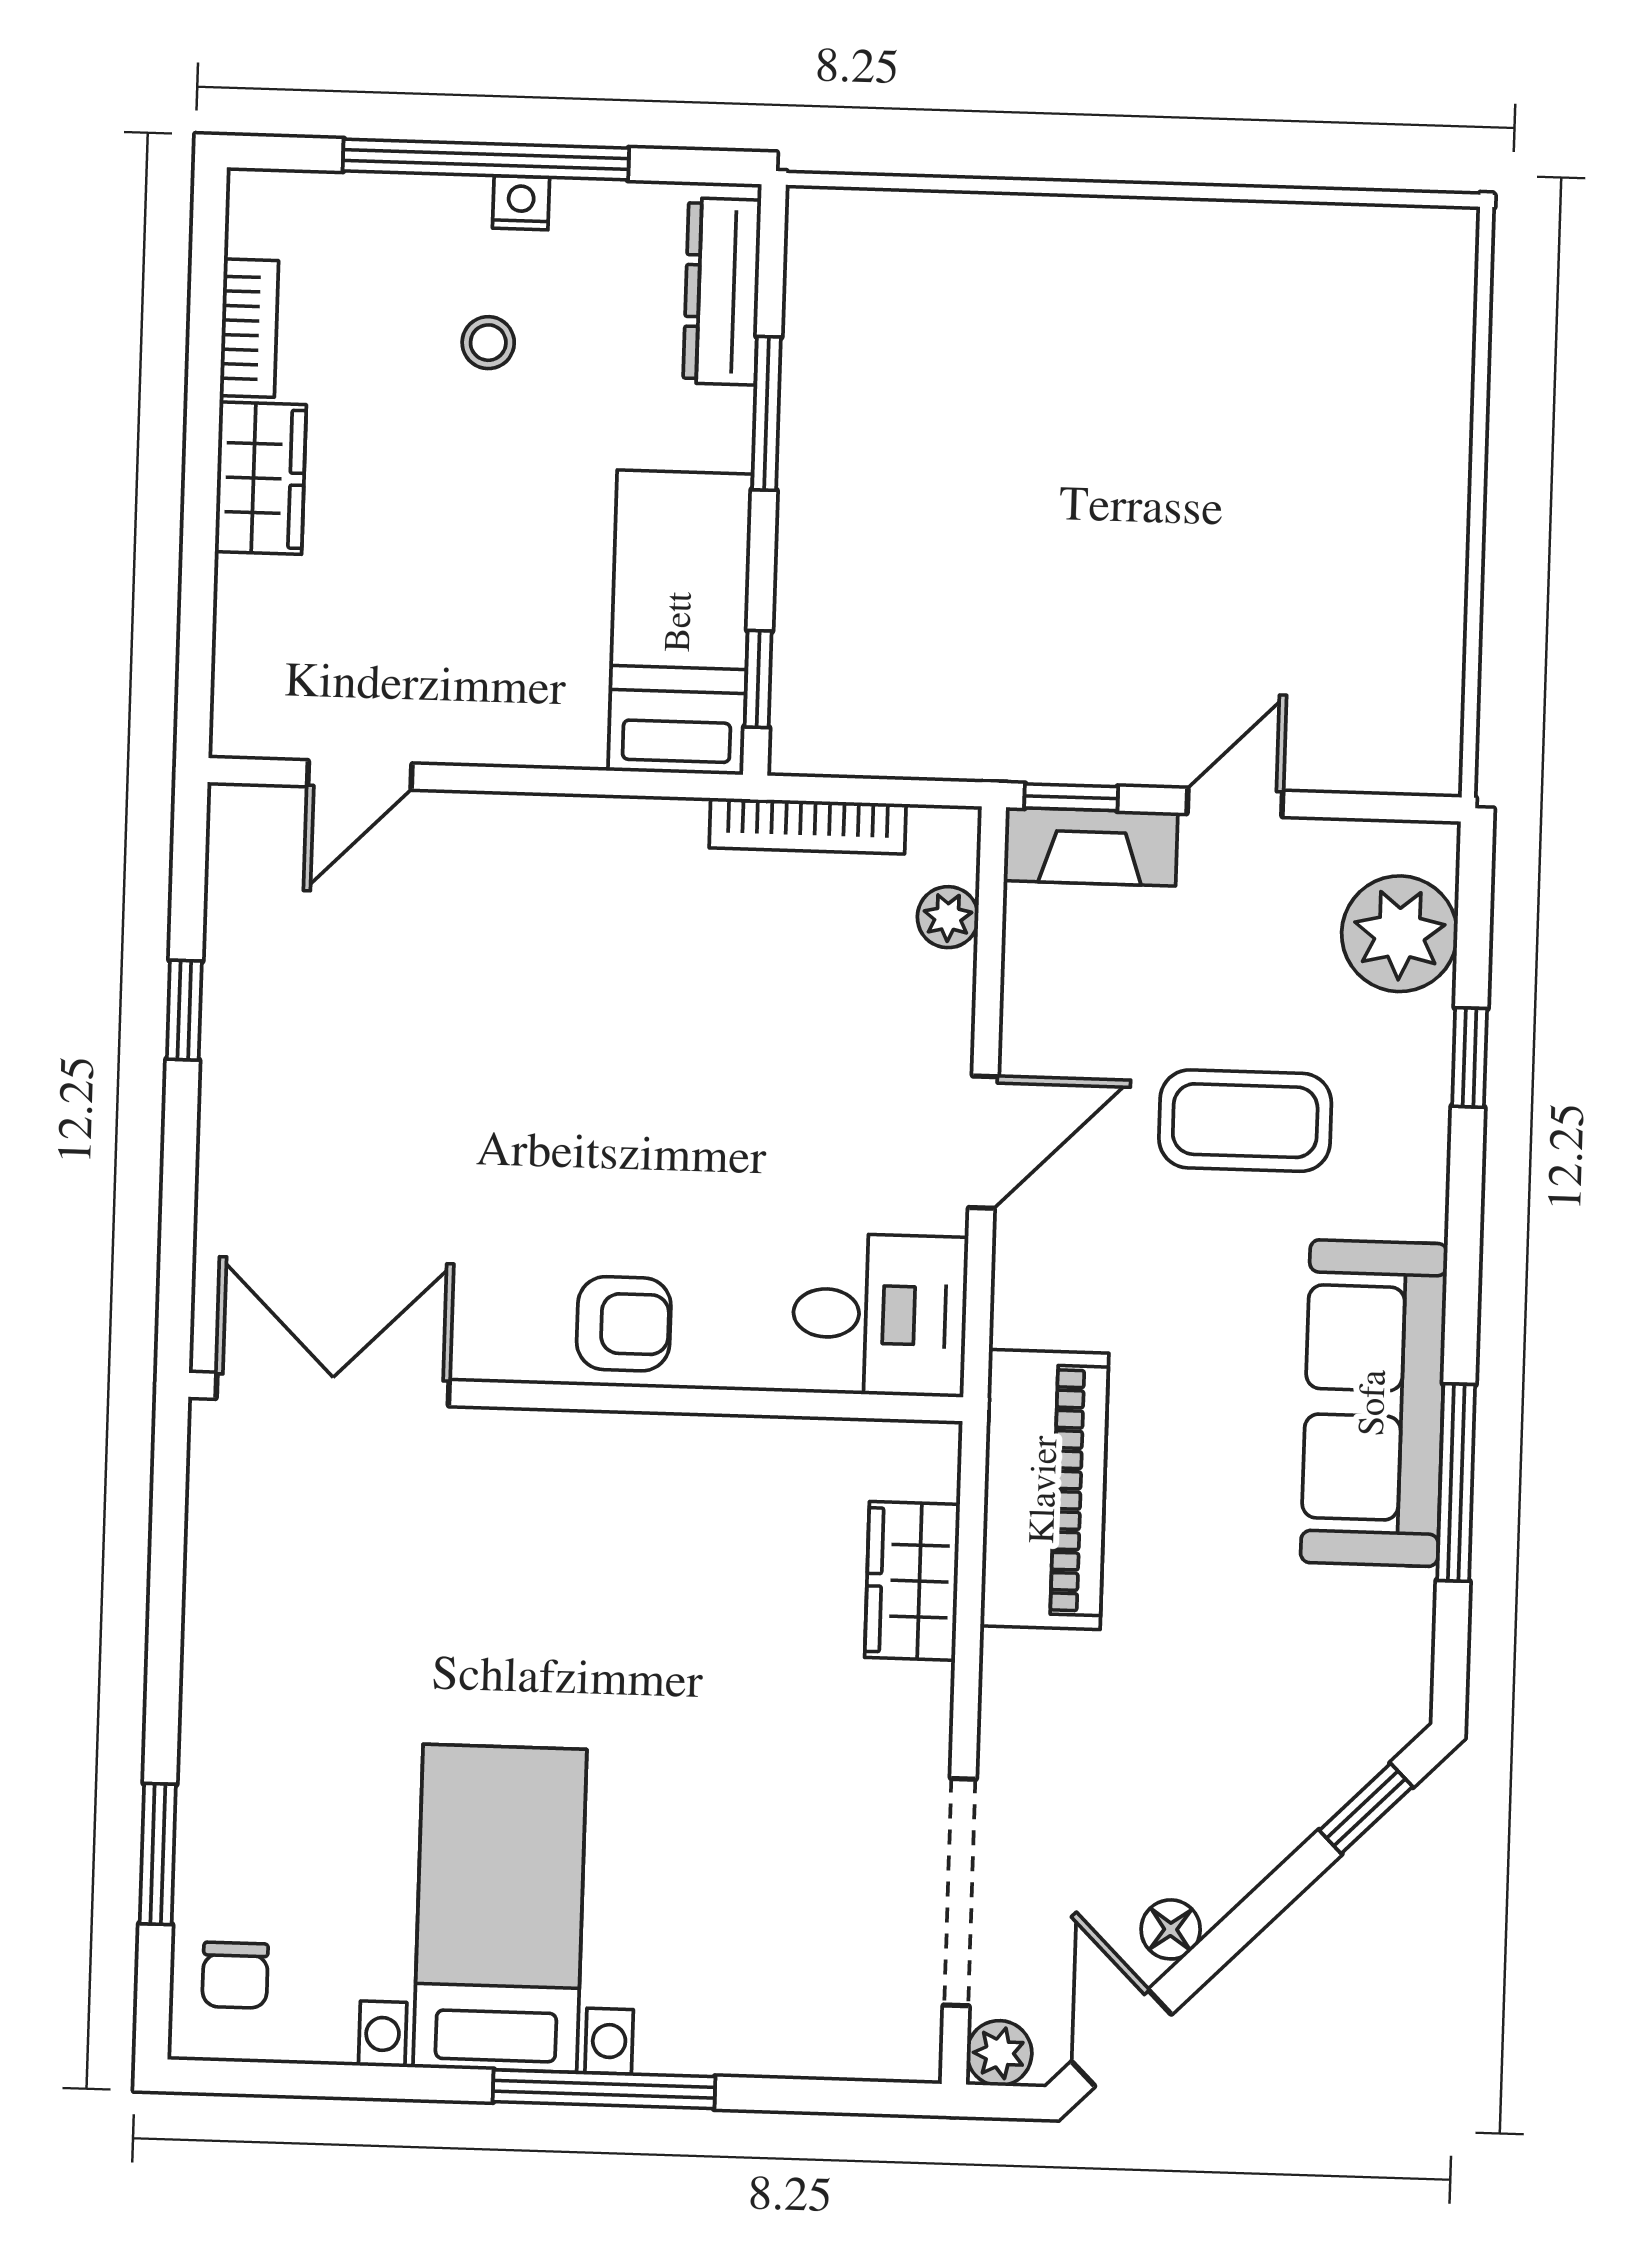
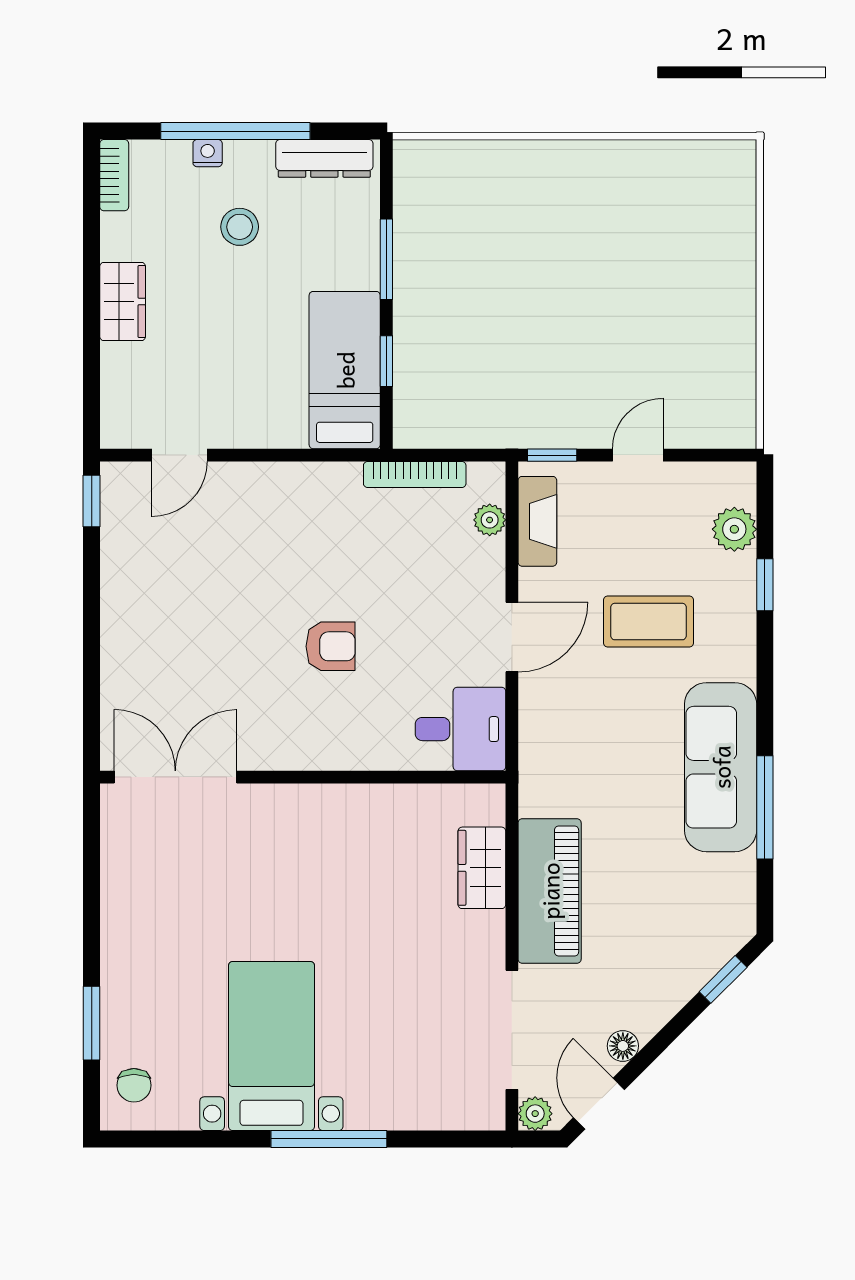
nightstand: (521, 203) -> (208, 153), moved
dresser: (722, 291) -> (324, 158), moved, turned -90
bookcase: (249, 328) -> (114, 175), moved
stool: (488, 343) -> (240, 227), width x1.37, depth x1.37
window: (758, 679) -> (386, 361), moved
fireplace: (1091, 847) -> (537, 521), moved, turned -90
plant: (1400, 934) -> (734, 529), width x0.73, depth x0.73
window: (184, 1010) -> (92, 501), moved
armchair: (624, 1324) -> (331, 646), moved
piano: (1045, 1490) -> (550, 891), moved

